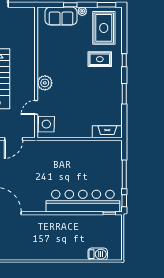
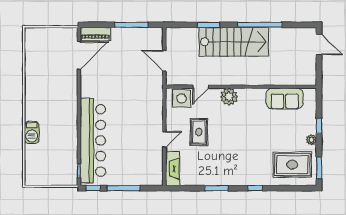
sofa: (61, 16) -> (285, 98), moved, turned -90
rug: (100, 59) -> (199, 132), moved
door: (36, 107) -> (201, 87), swing flipped
door: (82, 139) -> (164, 139), added
barbecue: (98, 254) -> (32, 132), moved

